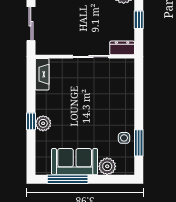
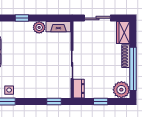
window: (139, 80) -> (54, 101), added
plant: (43, 123) -> (39, 27), moved

